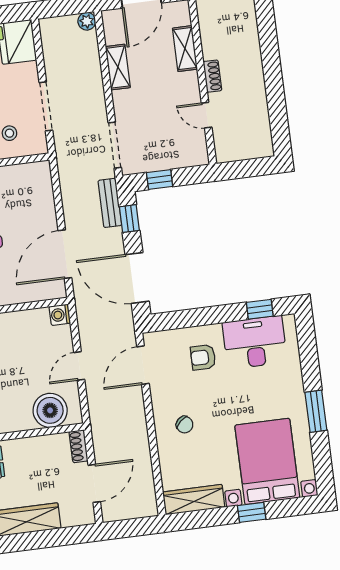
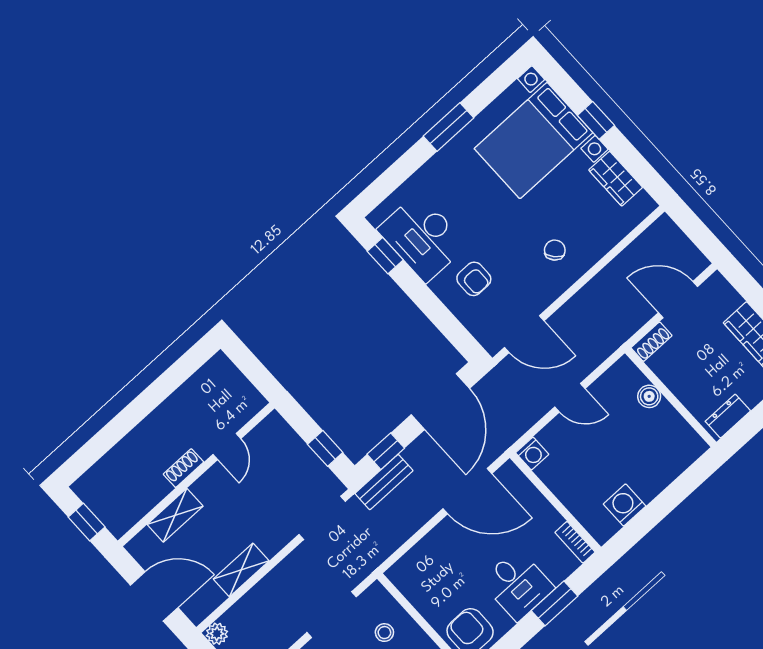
boiler: (50, 410) -> (649, 396), width x0.54, depth x0.54
wardrobe: (194, 500) -> (616, 179), width x0.67

